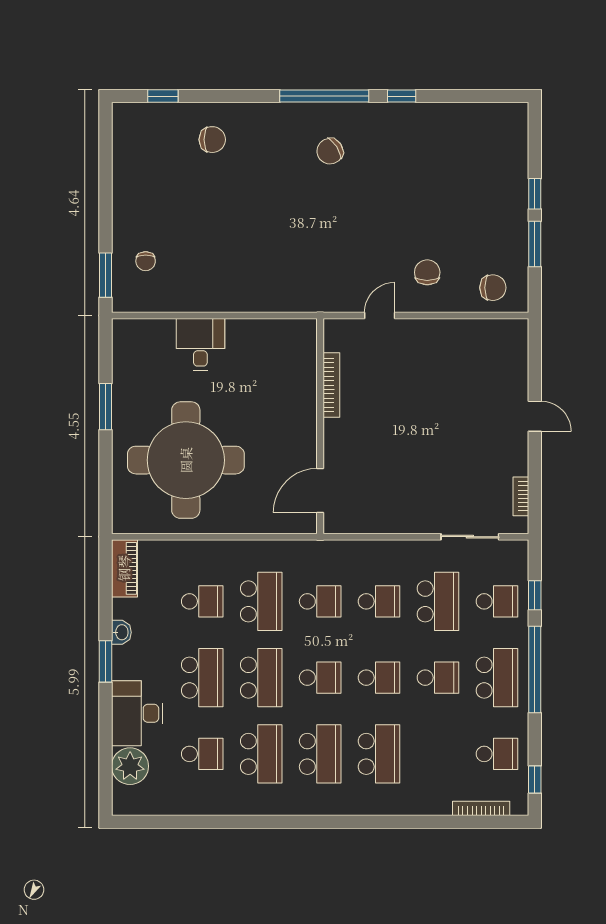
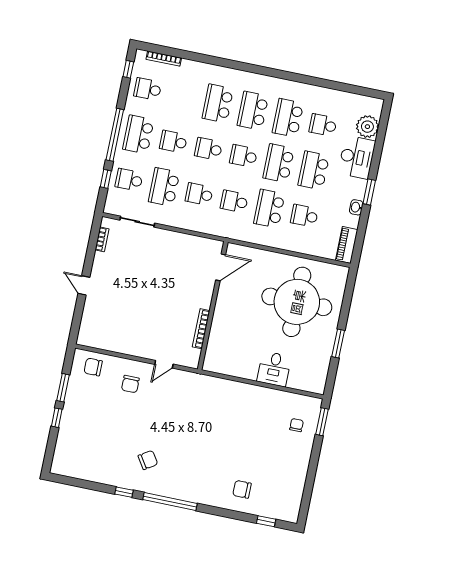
chair: (330, 151) -> (148, 460), moved

